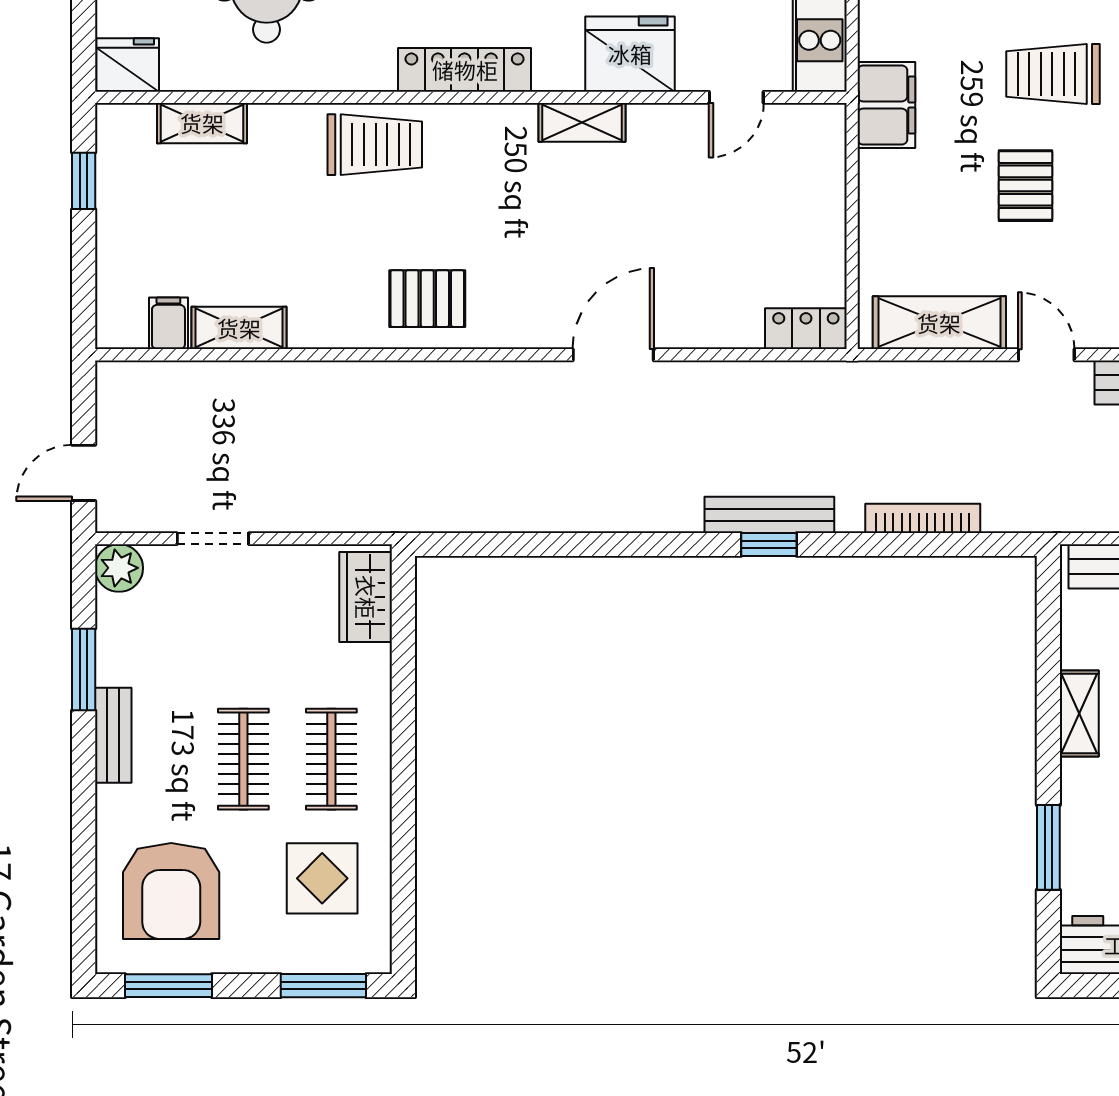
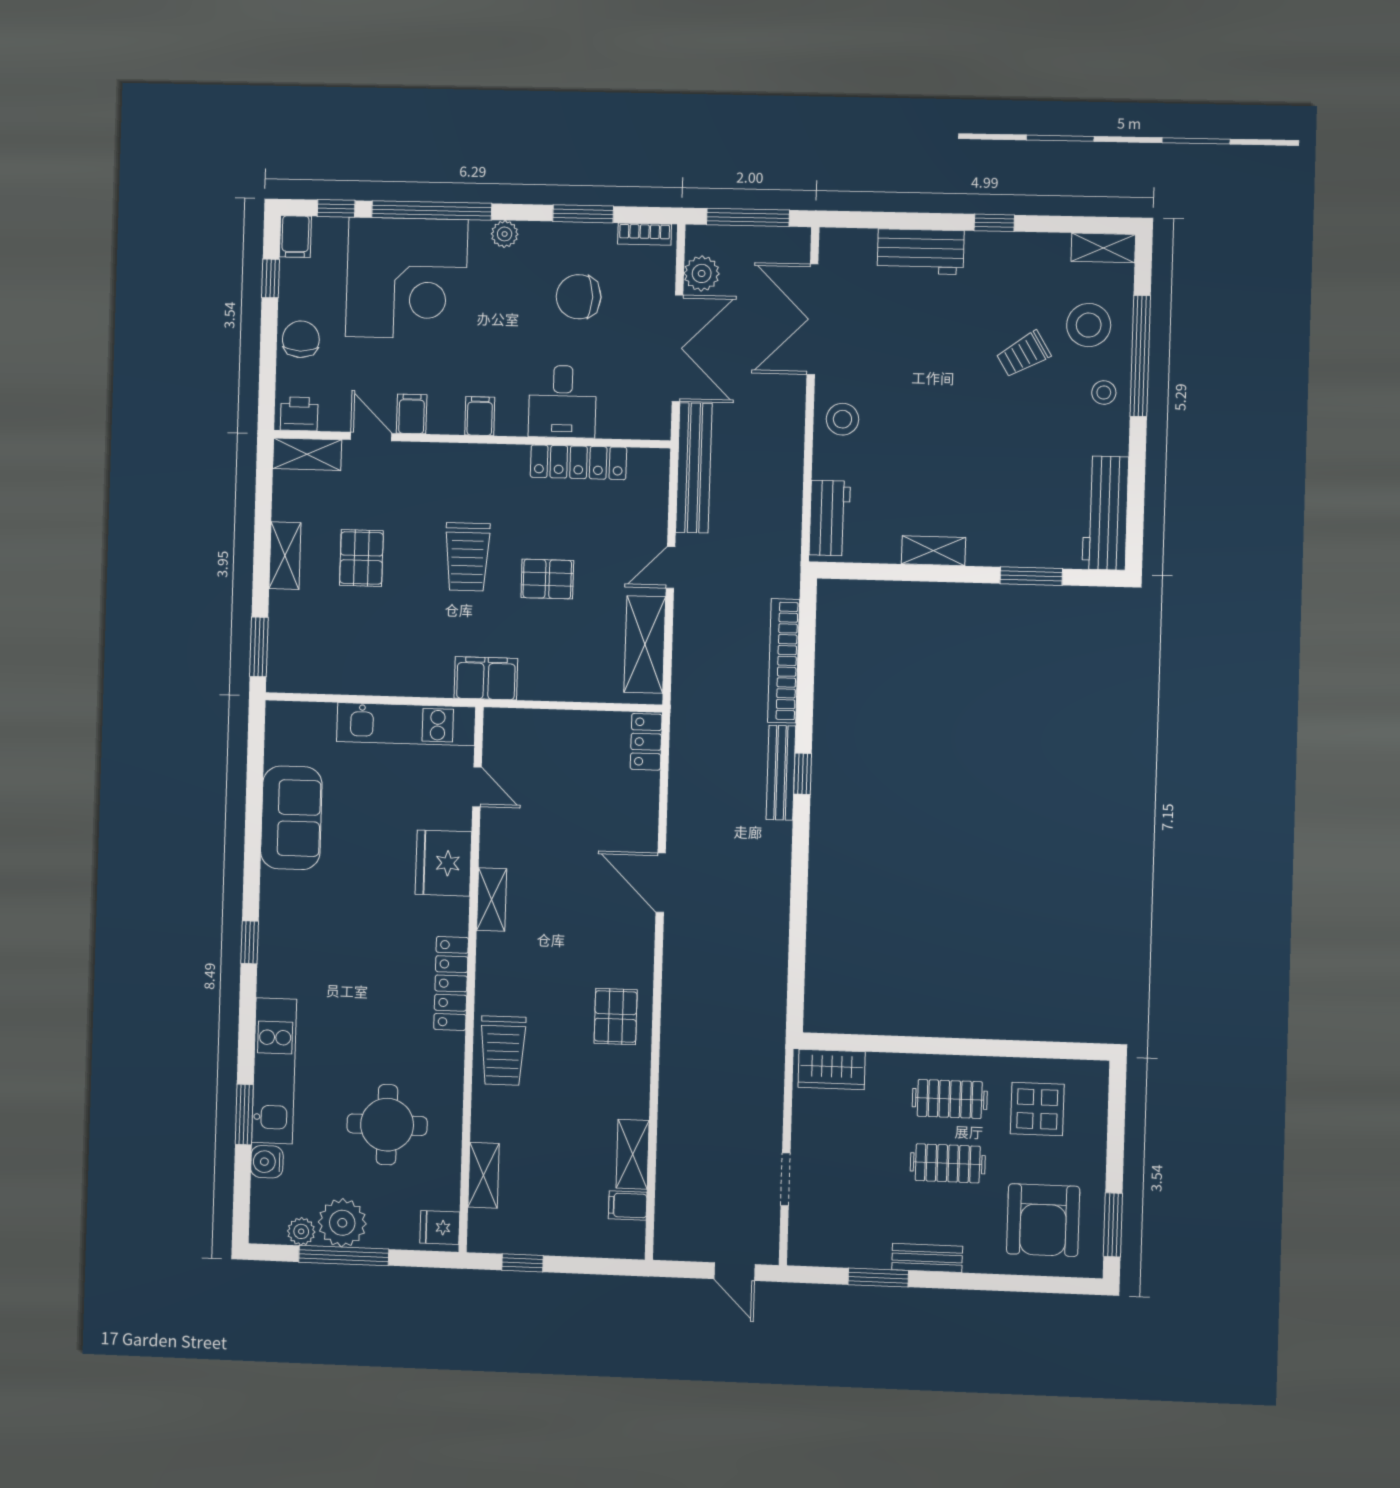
fridge: (128, 65) -> (440, 1228), width x0.72
trolley: (375, 145) -> (503, 1051), turned 180
bookcase: (923, 518) -> (784, 661), width x1.48, depth x1.31
plant: (119, 568) -> (805, 1249), removed
armchair: (171, 891) -> (1043, 1220), turned 90
window: (323, 986) -> (1116, 1111), removed

